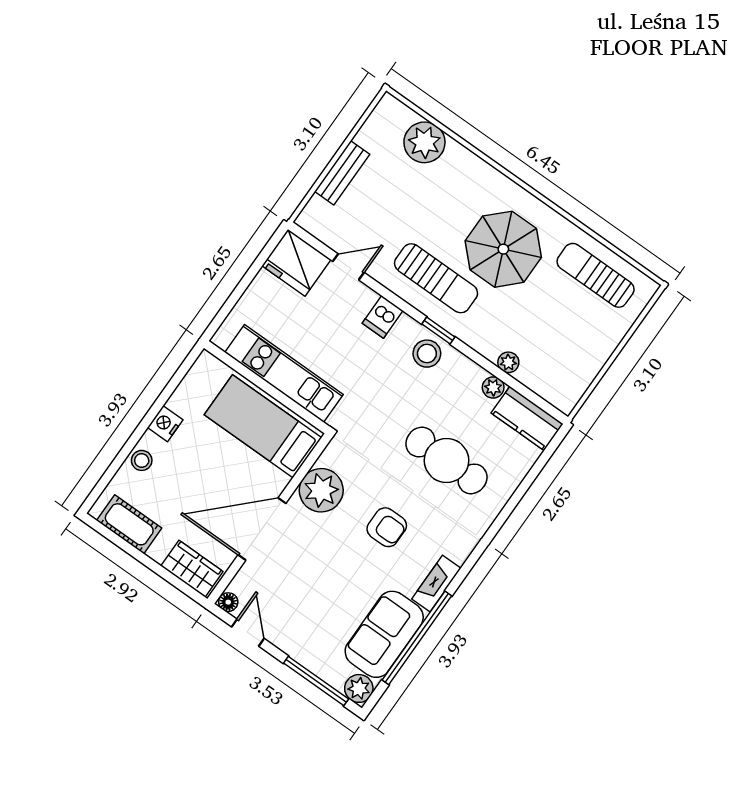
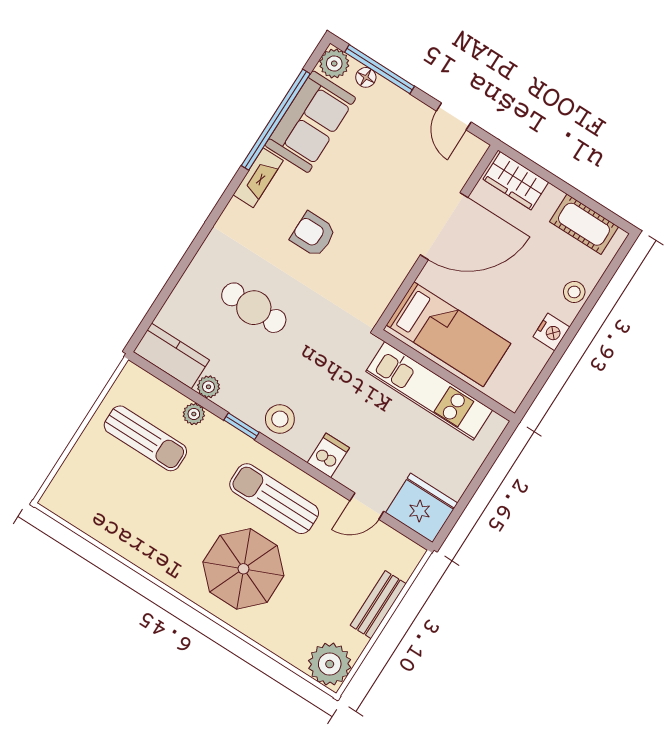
plant: (424, 142) -> (330, 664), moved
parasol: (503, 249) -> (243, 569), moved
sun lounger: (596, 275) -> (145, 438), moved
window: (438, 331) -> (241, 426), moved
cafe table: (446, 460) -> (254, 308), width x0.73, depth x0.74
plant: (321, 490) -> (384, 270), removed
floor lamp: (228, 602) -> (366, 77), moved

